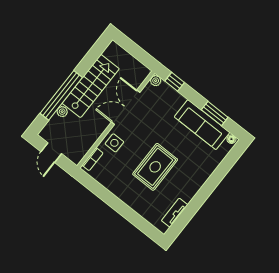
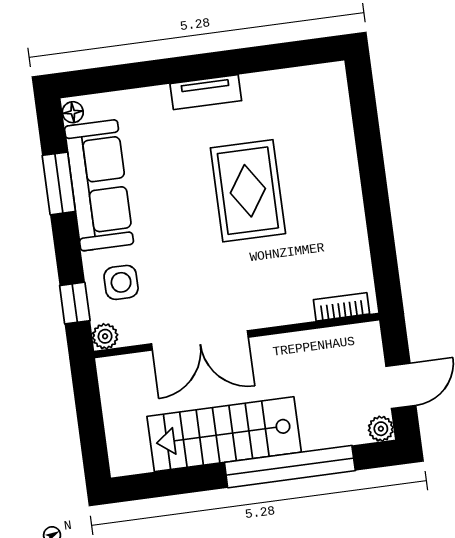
plant: (62, 112) -> (381, 429), moved
side table: (114, 143) -> (121, 282), moved
rug: (155, 167) -> (248, 191), turned 90
tv unit: (175, 213) -> (206, 92), moved

